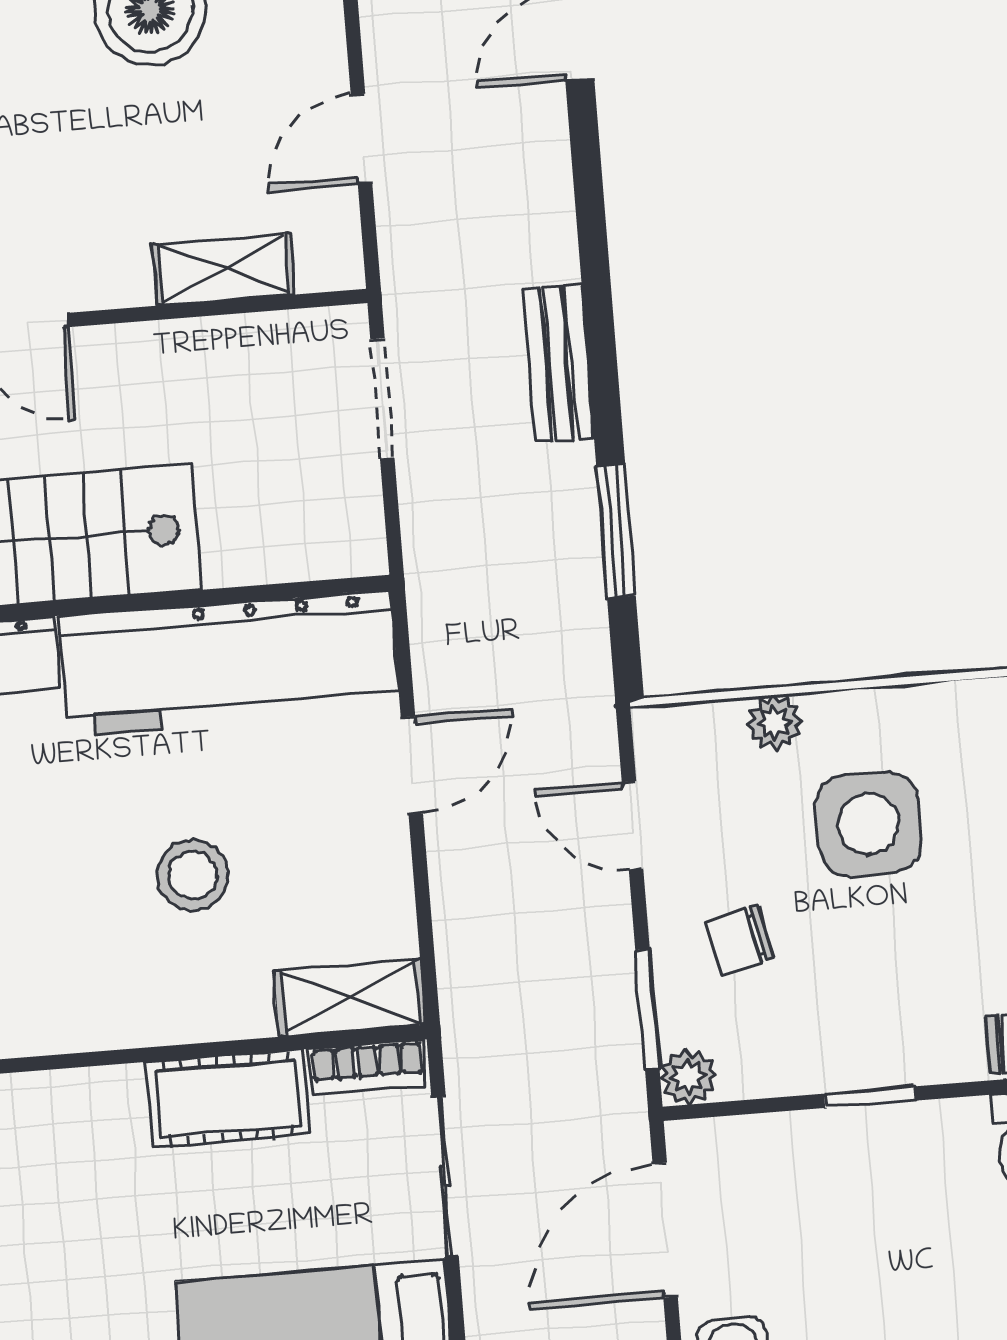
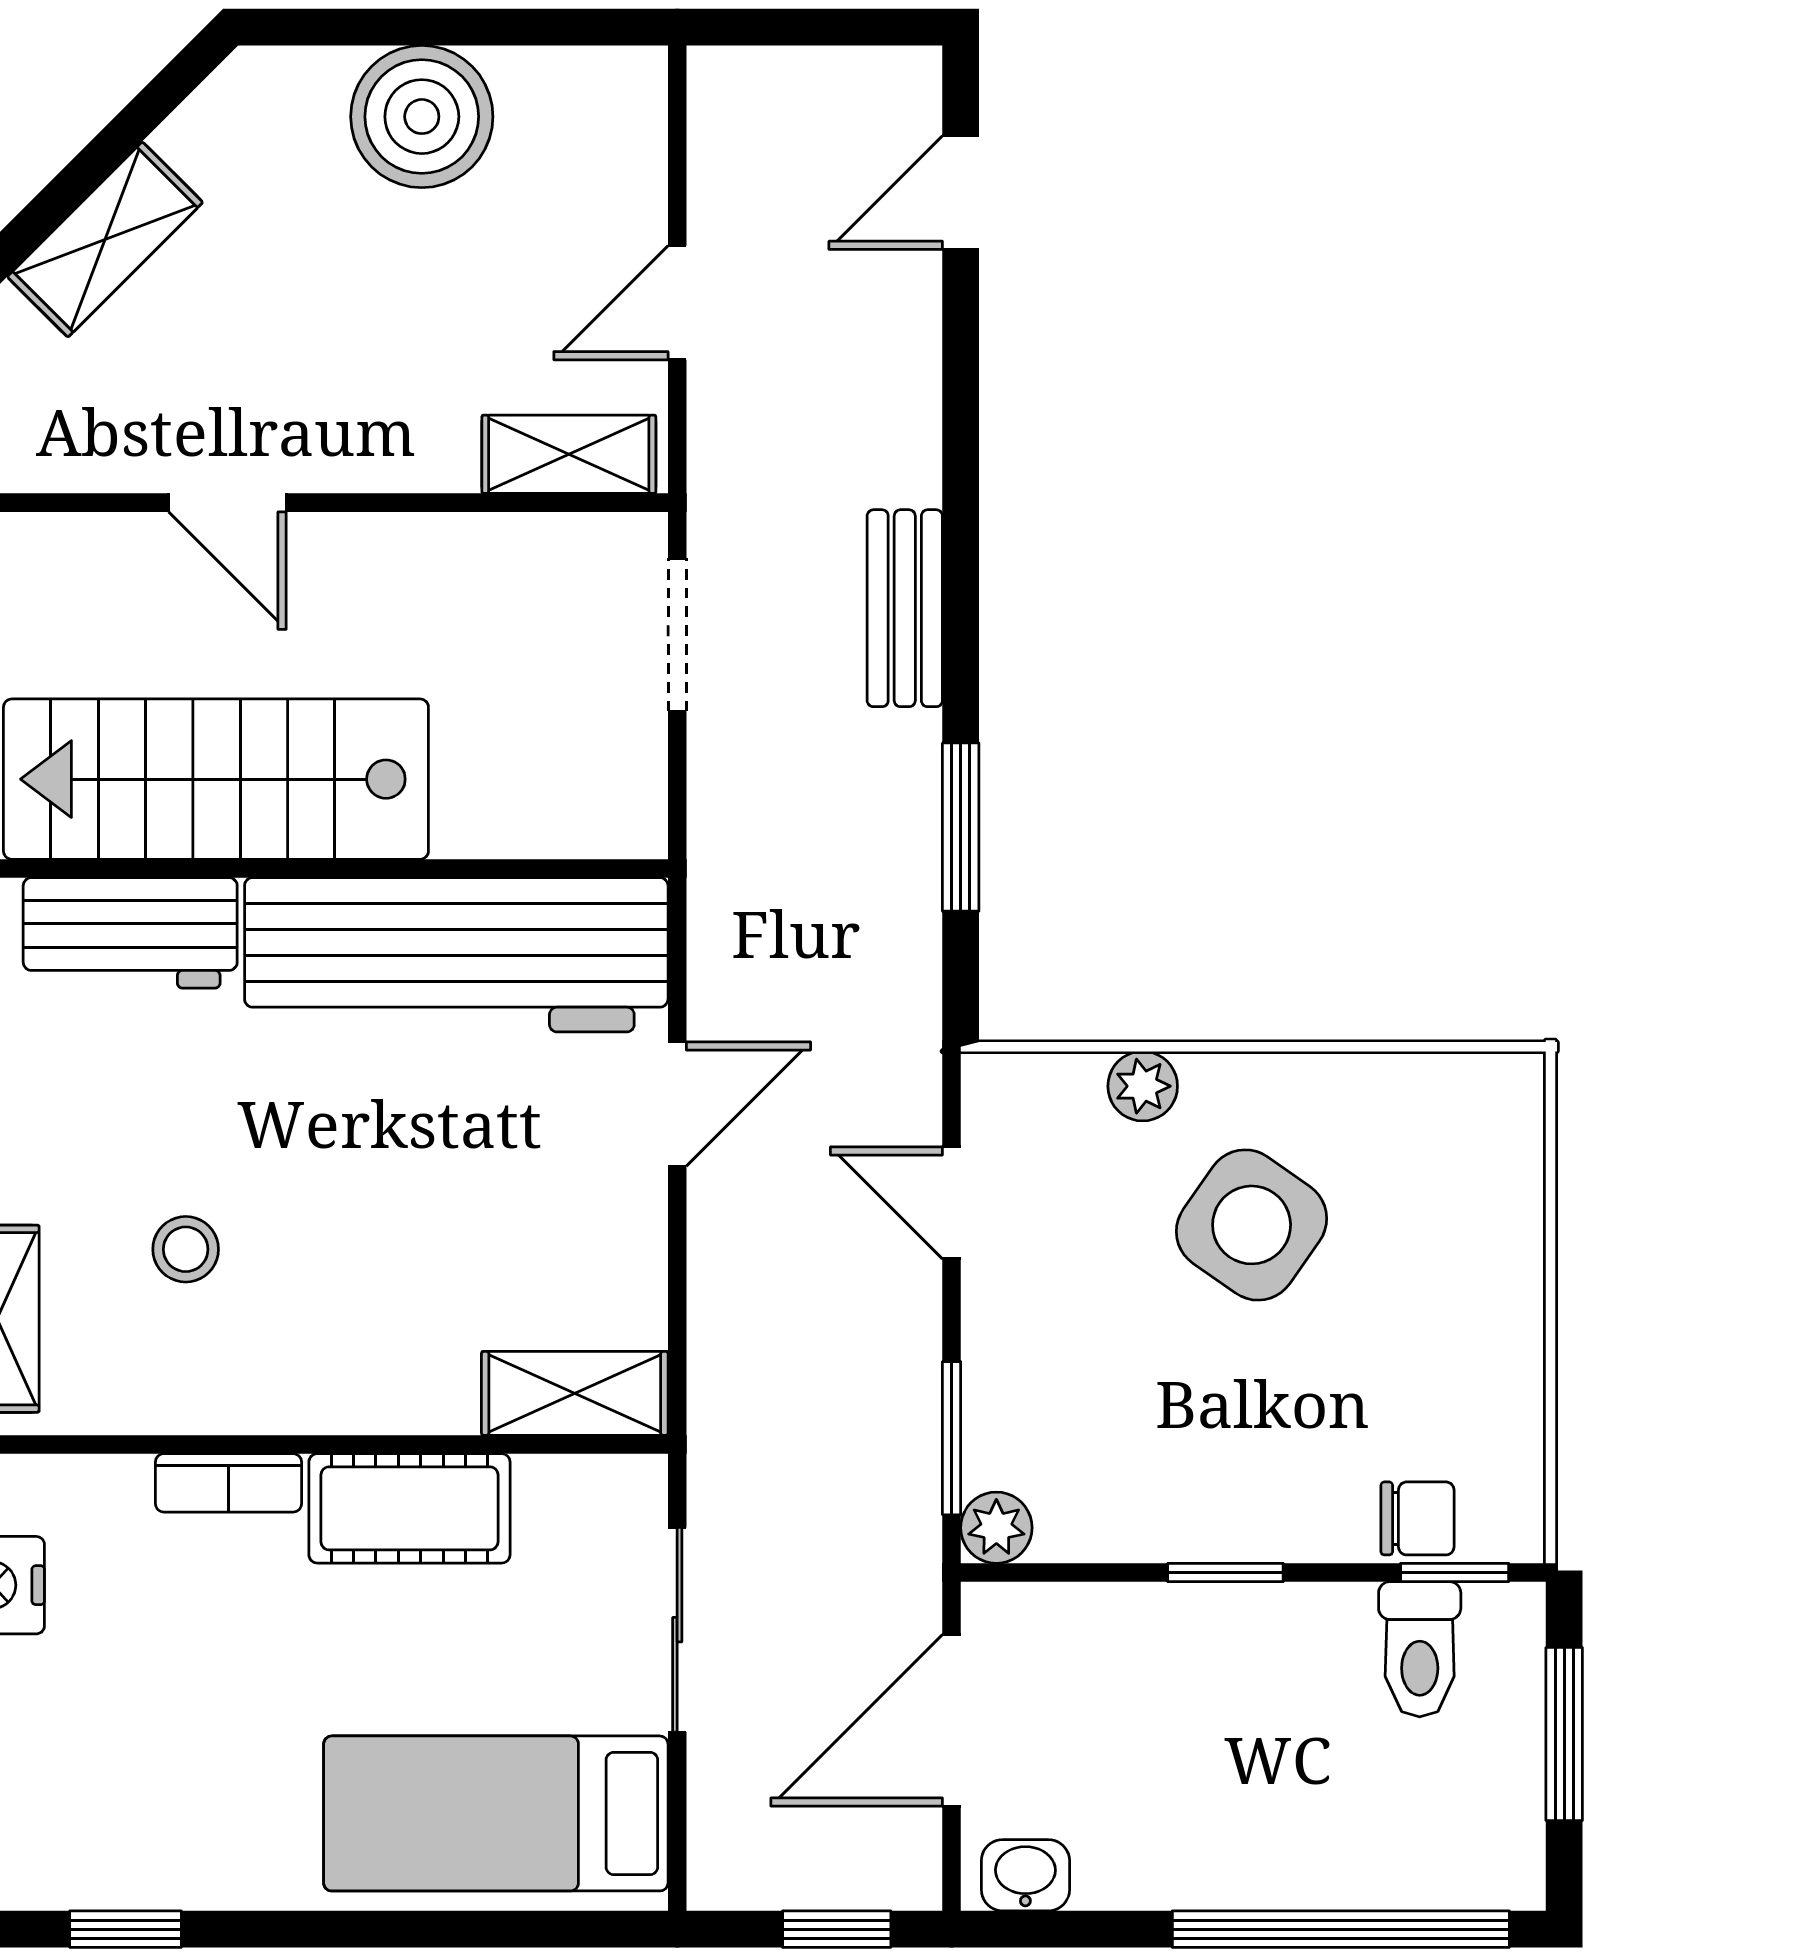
shelving: (224, 269) -> (569, 454), moved
side table: (868, 824) -> (1252, 1225), turned 35
stool: (193, 875) -> (186, 1249), moved, width x0.73, depth x0.73
chair: (740, 940) -> (1076, 1360), removed
bookcase: (368, 1067) -> (228, 1483), moved

